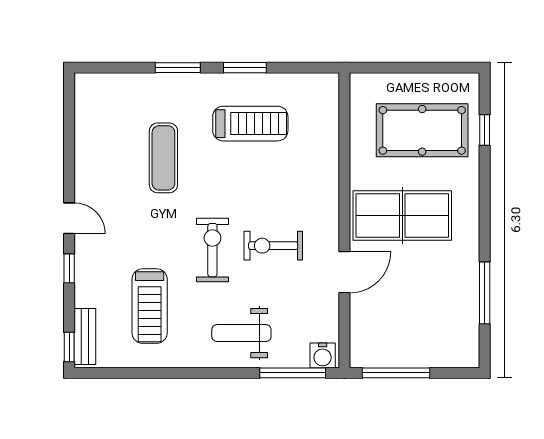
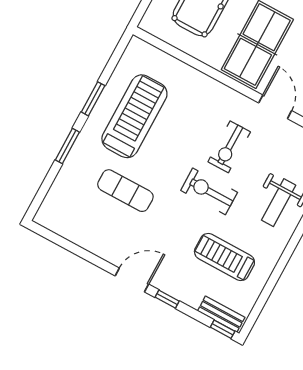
treadmill: (250, 124) -> (134, 116), width x1.37, depth x1.38
door: (69, 218) -> (132, 280), width x1.38
treadmill: (150, 306) -> (224, 257), turned 180

